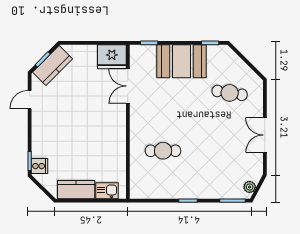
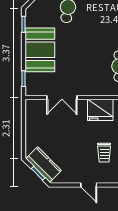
fridge: (112, 57) -> (100, 110), moved, turned 90
door: (30, 100) -> (89, 185), moved
trolley: (66, 133) -> (104, 153), added

